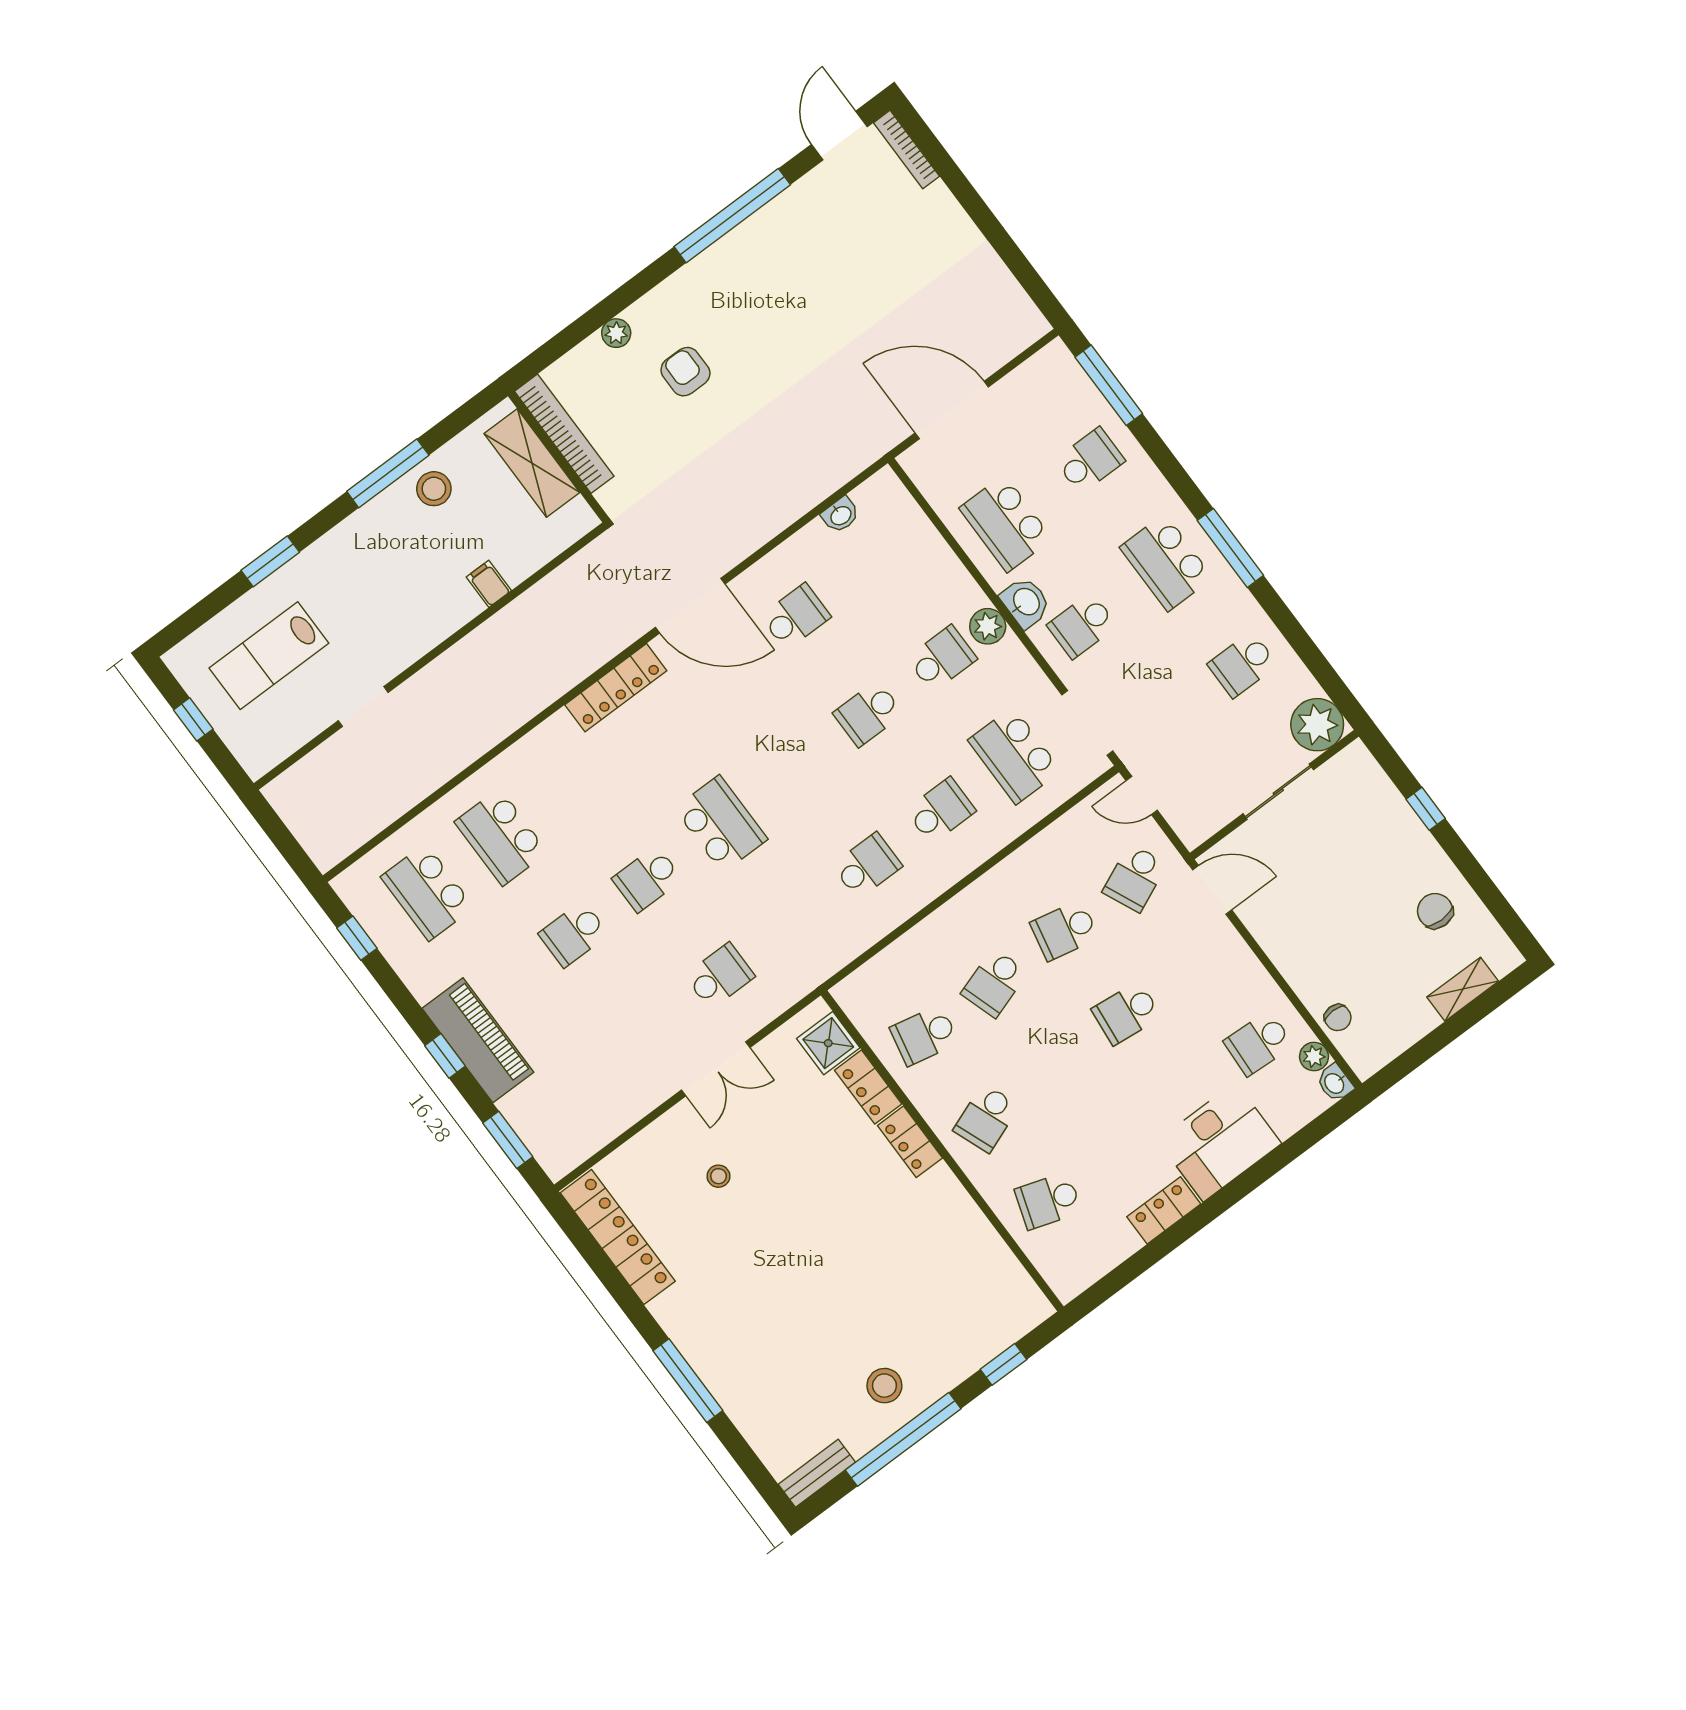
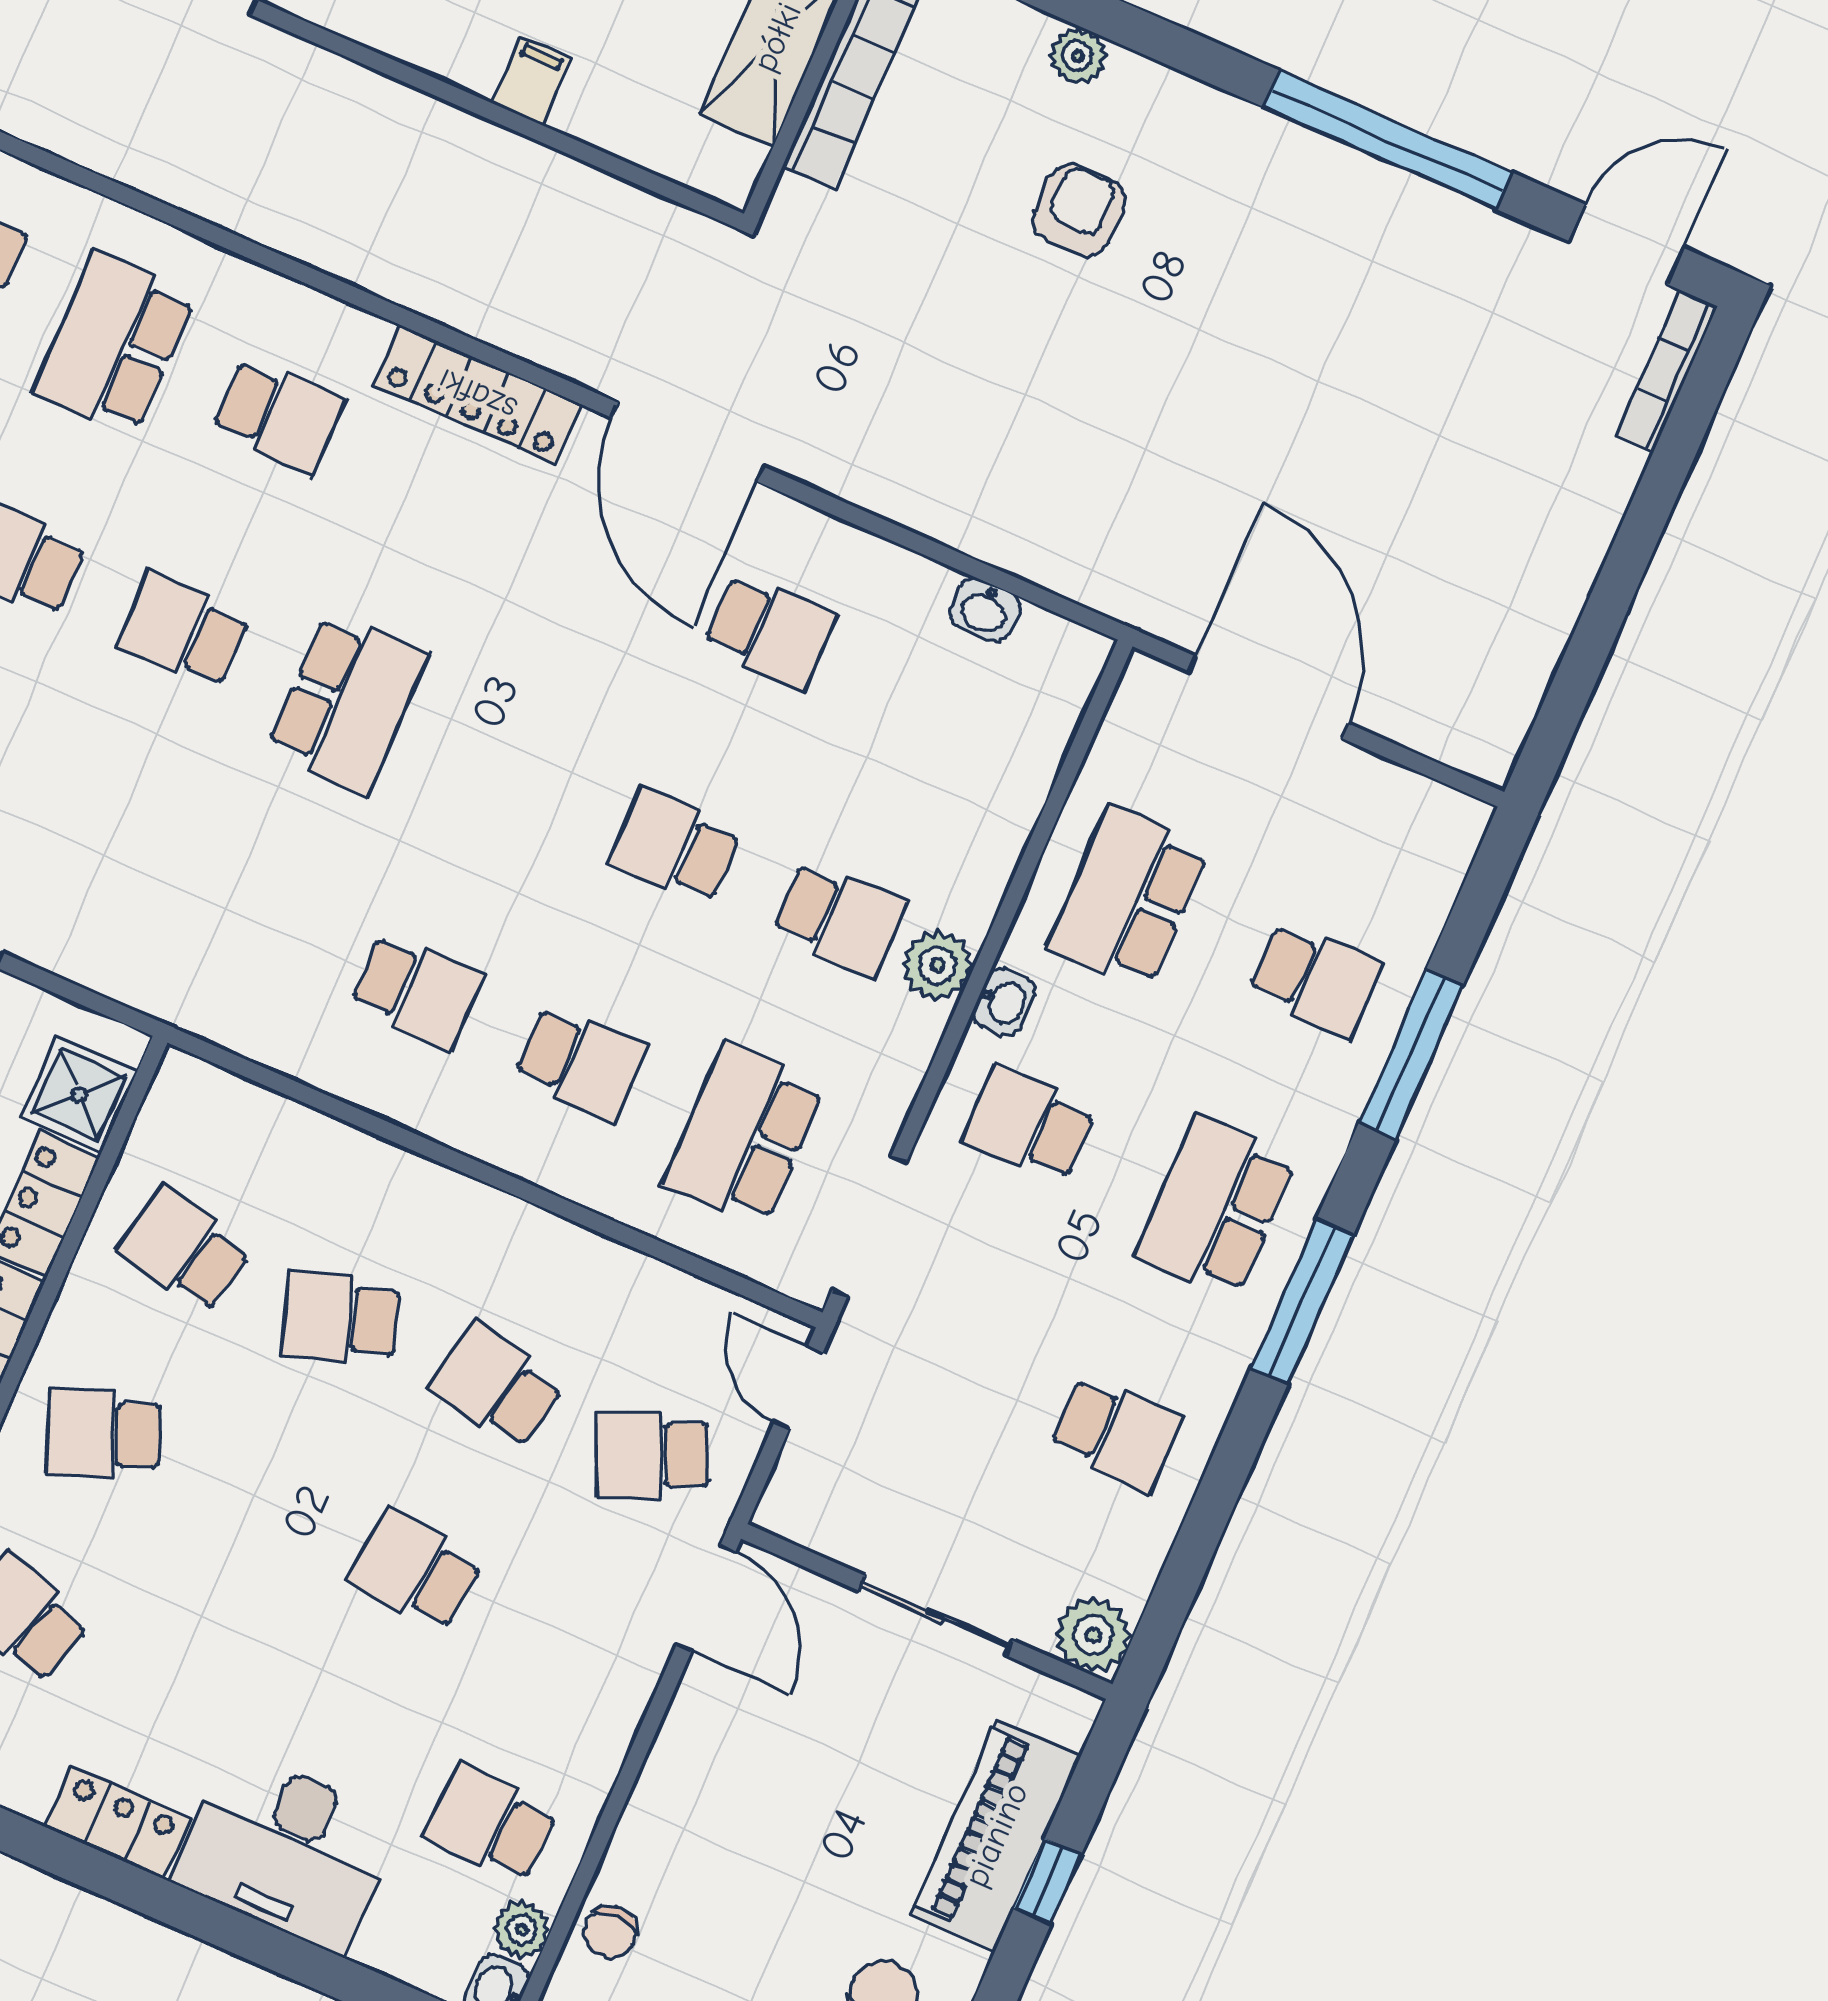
window: (1109, 385) -> (1411, 1054), moved
washbasin: (1026, 602) -> (1004, 1002), width x0.72, depth x0.69
school desk: (1243, 665) -> (1117, 1433), turned 180
plant: (1317, 725) -> (1093, 1635), width x0.73, depth x0.73
piano: (1392, 820) -> (996, 1835), added
school desk: (720, 976) -> (278, 415), moved

